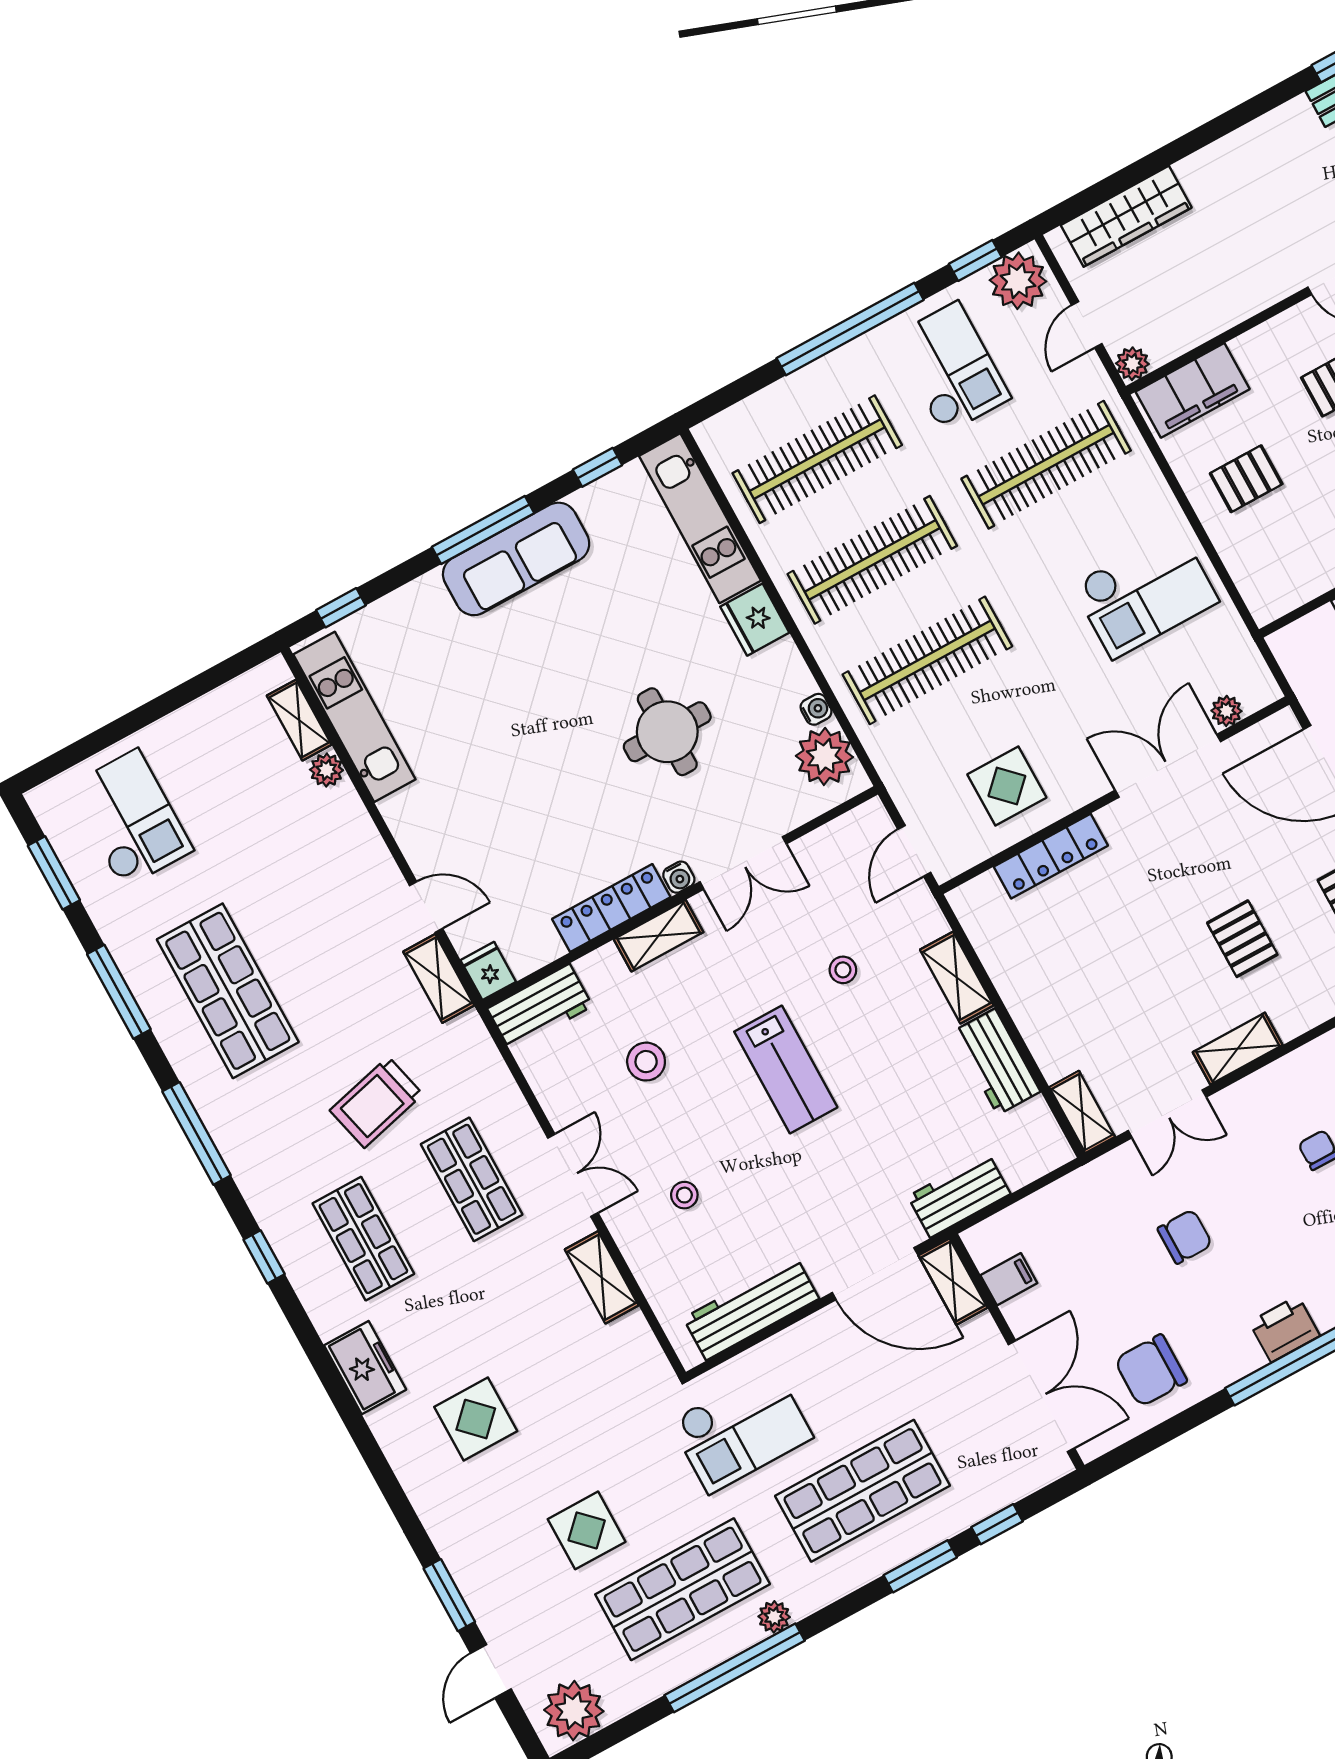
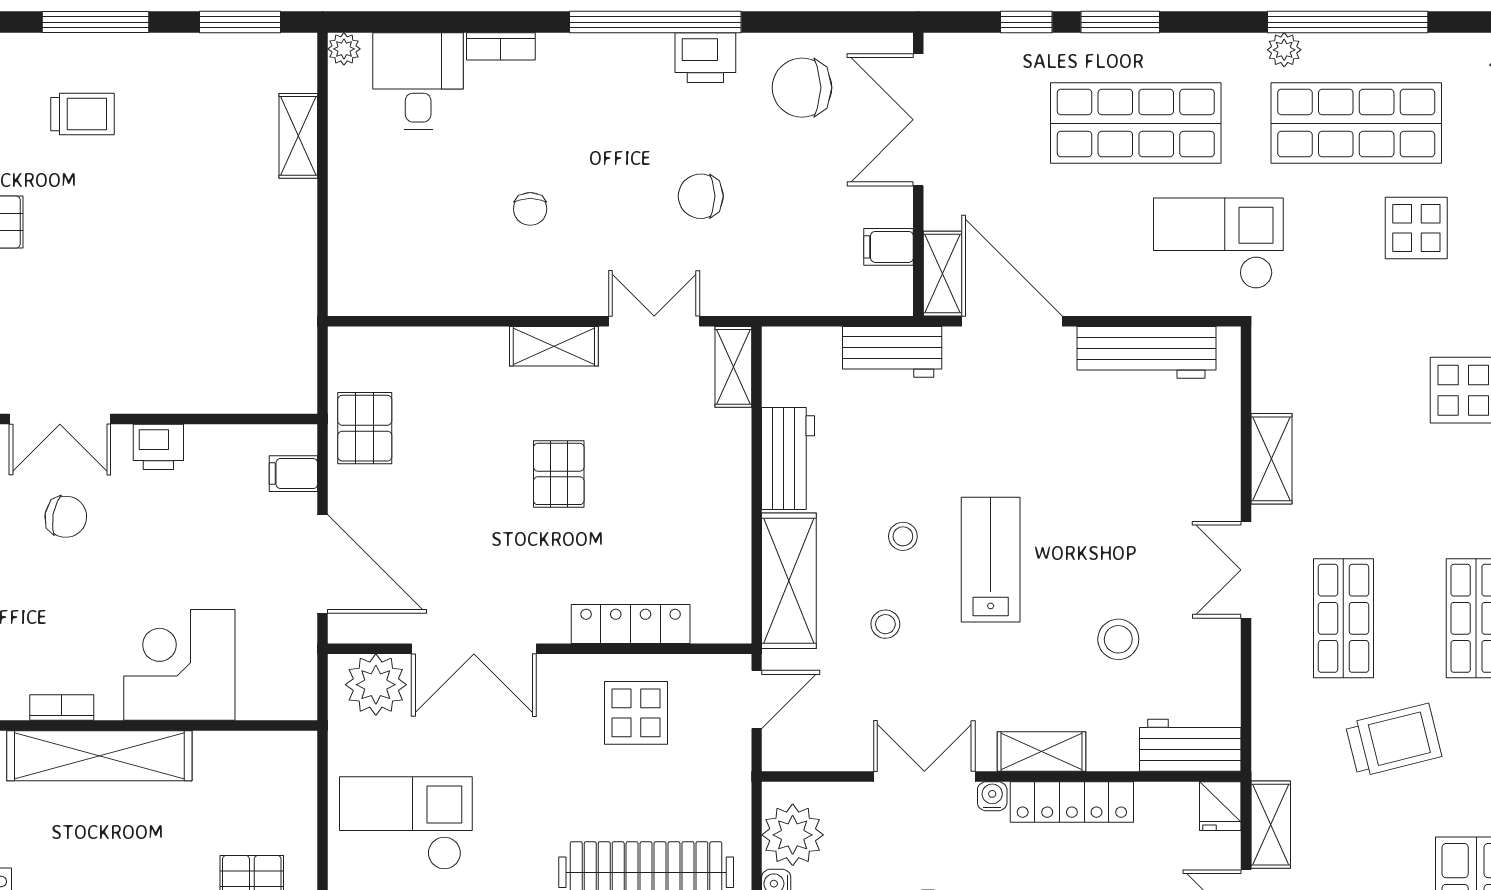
plant: (1226, 711) -> (376, 685), width x1.88, depth x1.88
pallet: (1242, 939) -> (559, 474), moved
shelving: (957, 978) -> (789, 581), width x1.50, depth x1.33
stool: (684, 1195) -> (903, 536), moved
printer: (1285, 1329) -> (705, 58), moved
chair: (1151, 1370) -> (802, 88), turned 180

